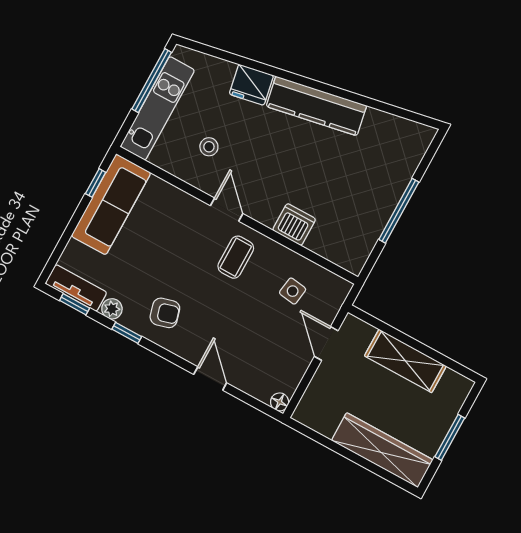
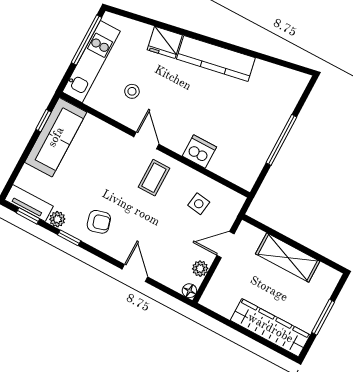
door: (326, 344) -> (225, 245), hinge flipped
plant: (294, 374) -> (200, 269), added

